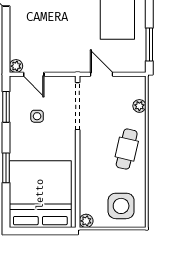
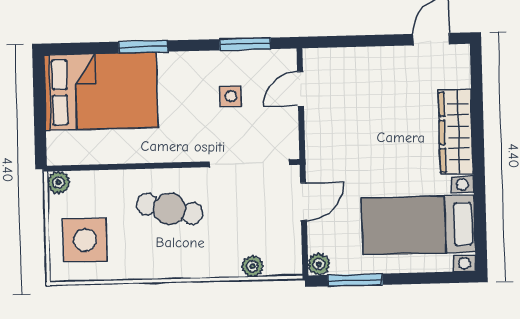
plant: (16, 66) -> (319, 264), moved
cafe table: (127, 149) -> (170, 209), moved
bed: (40, 194) -> (101, 91), width x0.73

